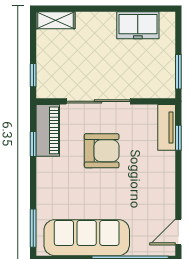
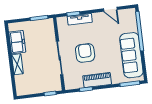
shelving: (55, 20) -> (17, 64), moved
tv unit: (167, 127) -> (80, 19), moved
piano: (48, 130) -> (97, 80), moved
door: (178, 232) -> (110, 9), moved

